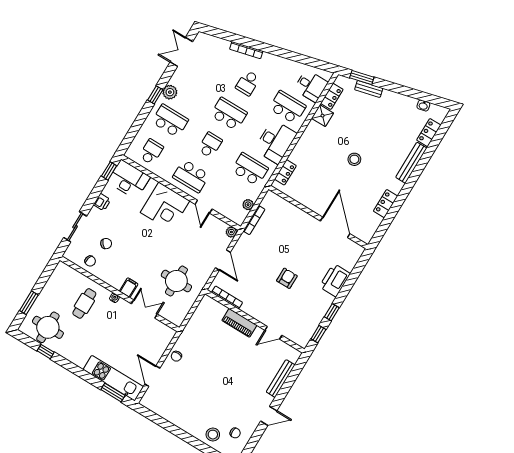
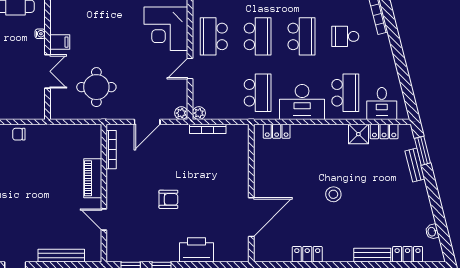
school desk: (210, 145) -> (258, 36), width x1.85
bench: (411, 163) -> (372, 255), width x0.73
plant: (248, 205) -> (199, 113), moved

